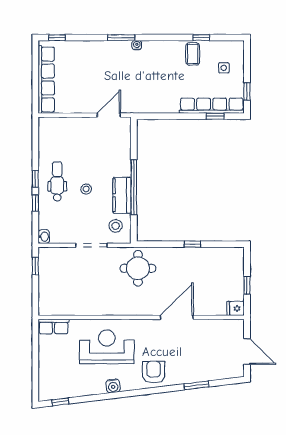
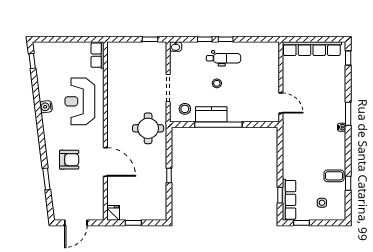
row of seats: (212, 106) -> (289, 200), width x0.73
reception desk: (107, 347) -> (80, 101), turned 180
armchair: (154, 372) -> (69, 160), moved

